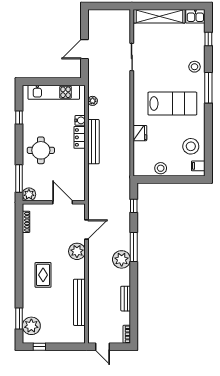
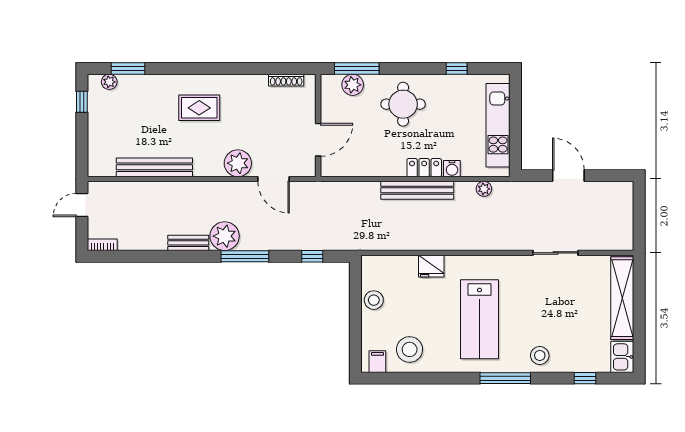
plant: (29, 194) -> (353, 85), moved
bench: (126, 299) -> (188, 243), moved
plant: (31, 326) -> (109, 82), width x0.53, depth x0.53

